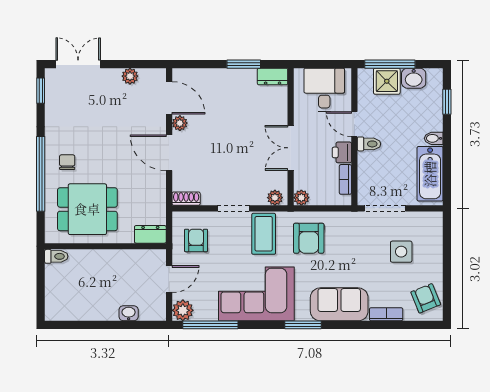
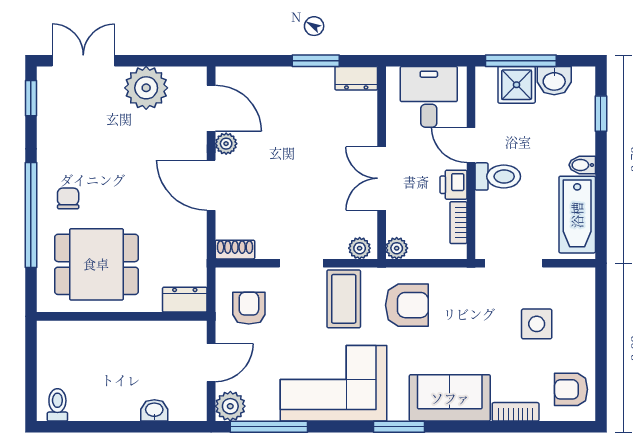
plant: (130, 76) -> (146, 88), width x1.87, depth x1.87
toilet: (369, 144) -> (498, 176), width x1.37, depth x1.39
armchair: (309, 238) -> (407, 305), turned -90
toilet: (56, 256) -> (57, 405), moved, turned -90
armchair: (426, 298) -> (571, 389), turned -68

